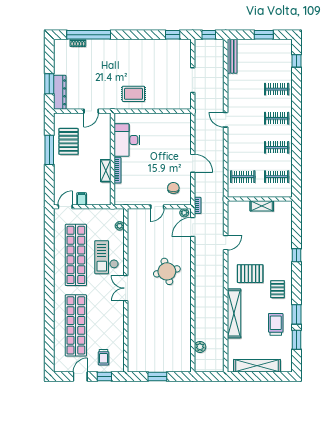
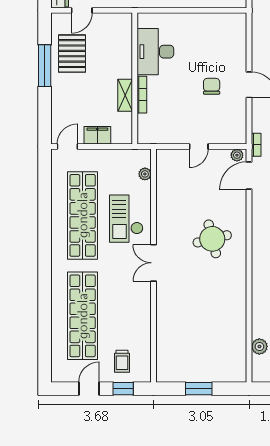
door: (91, 111) -> (82, 10), moved
chair: (173, 188) -> (212, 86), moved
filing cabinet: (82, 199) -> (97, 135), width x2.00

